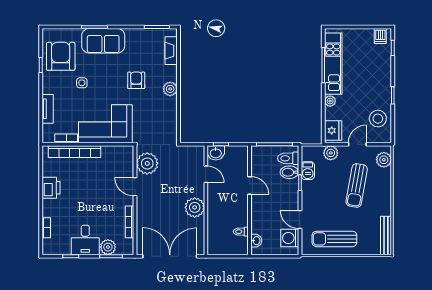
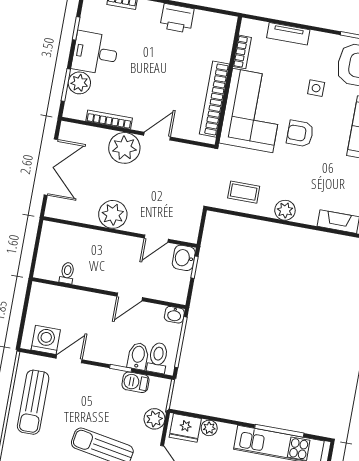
armchair: (136, 80) -> (300, 134), moved, turned 180
plant: (330, 101) -> (209, 428), moved
coffee table: (163, 120) -> (244, 192), added
bookcase: (75, 152) -> (214, 99), moved
plant: (147, 163) -> (124, 148), moved
sun lounger: (334, 239) -> (33, 402), turned 180
washbasin: (256, 241) -> (174, 315), moved
double door: (170, 256) -> (51, 167), width x0.73

